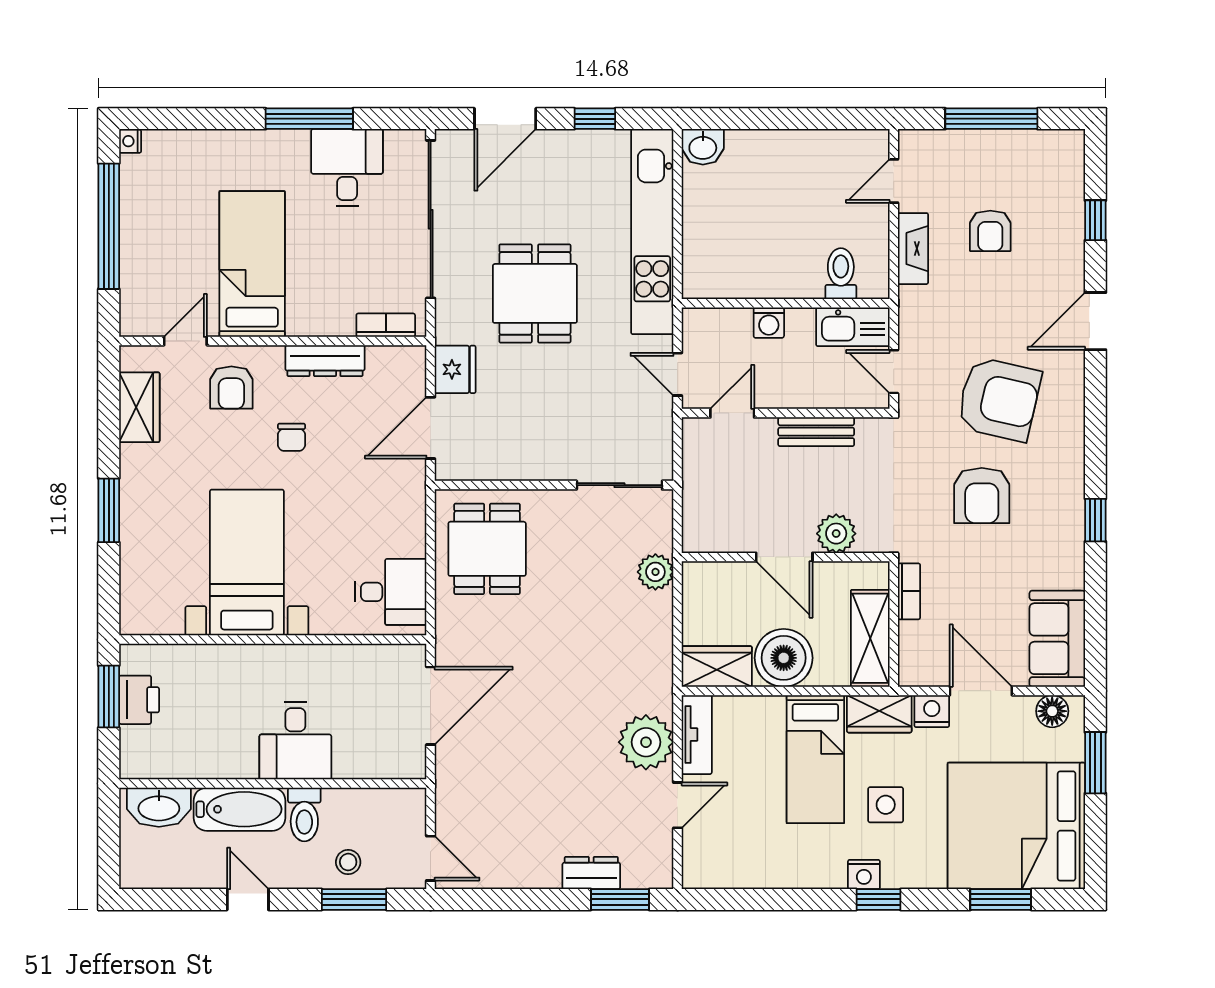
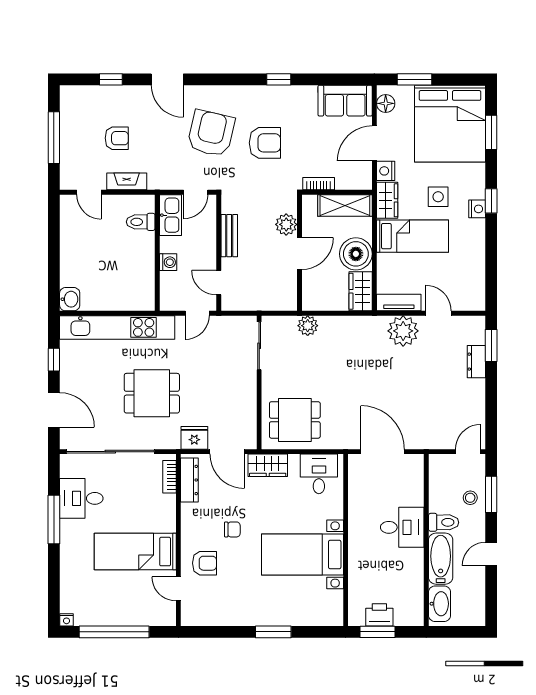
dresser: (325, 361) -> (189, 480), moved
wardrobe: (139, 407) -> (268, 465), moved, turned 180

